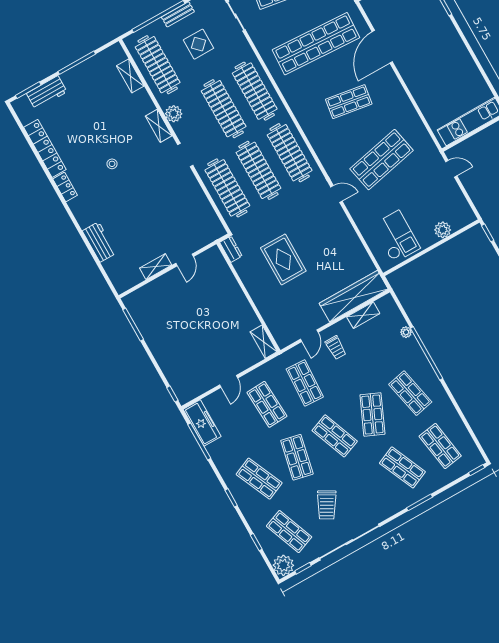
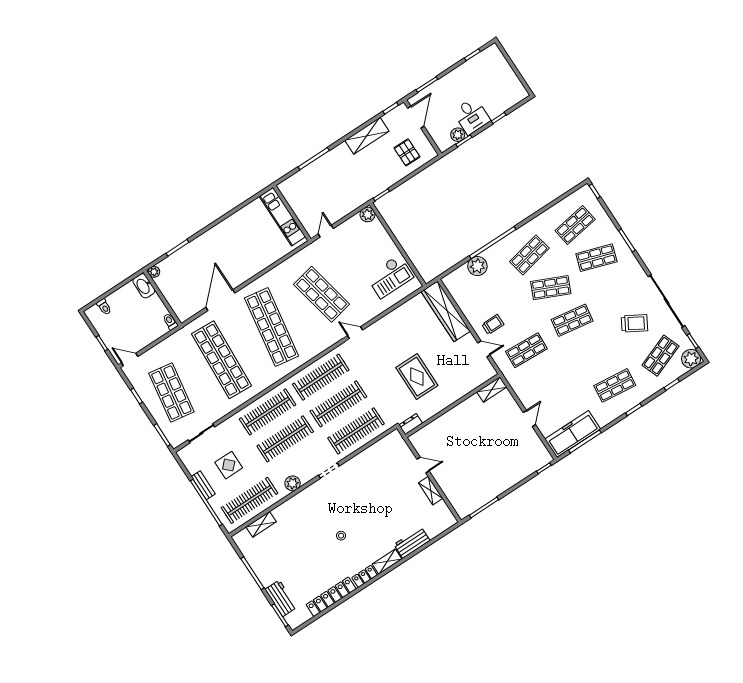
door: (382, 47) -> (220, 300), swing flipped
shop shelf: (349, 102) -> (272, 327), width x2.00, depth x1.36
shelving: (159, 126) -> (387, 562), moved
door: (336, 194) -> (355, 333), hinge flipped
plant: (443, 230) -> (368, 215), moved
checkout: (396, 237) -> (390, 277), turned 180
rug: (283, 259) -> (417, 377), turned 90
shelving: (363, 315) -> (462, 302), removed
plant: (406, 332) -> (477, 266), width x1.87, depth x1.87
door: (229, 381) -> (529, 419), hinge flipped
shop shelf: (267, 404) -> (548, 383), removed
freezer: (202, 423) -> (573, 434), width x1.36, depth x1.26
shop shelf: (335, 436) -> (572, 320), turned 30
shop shelf: (297, 457) -> (593, 353), removed
shop shelf: (402, 467) -> (596, 258), turned 42
shop shelf: (259, 479) -> (615, 385), turned 30

